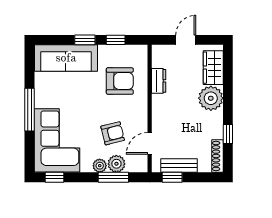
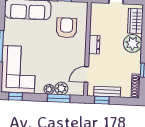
armchair: (120, 81) -> (66, 28), turned -90
dresser: (159, 81) -> (94, 45), moved
armchair: (113, 133) -> (60, 66), removed

